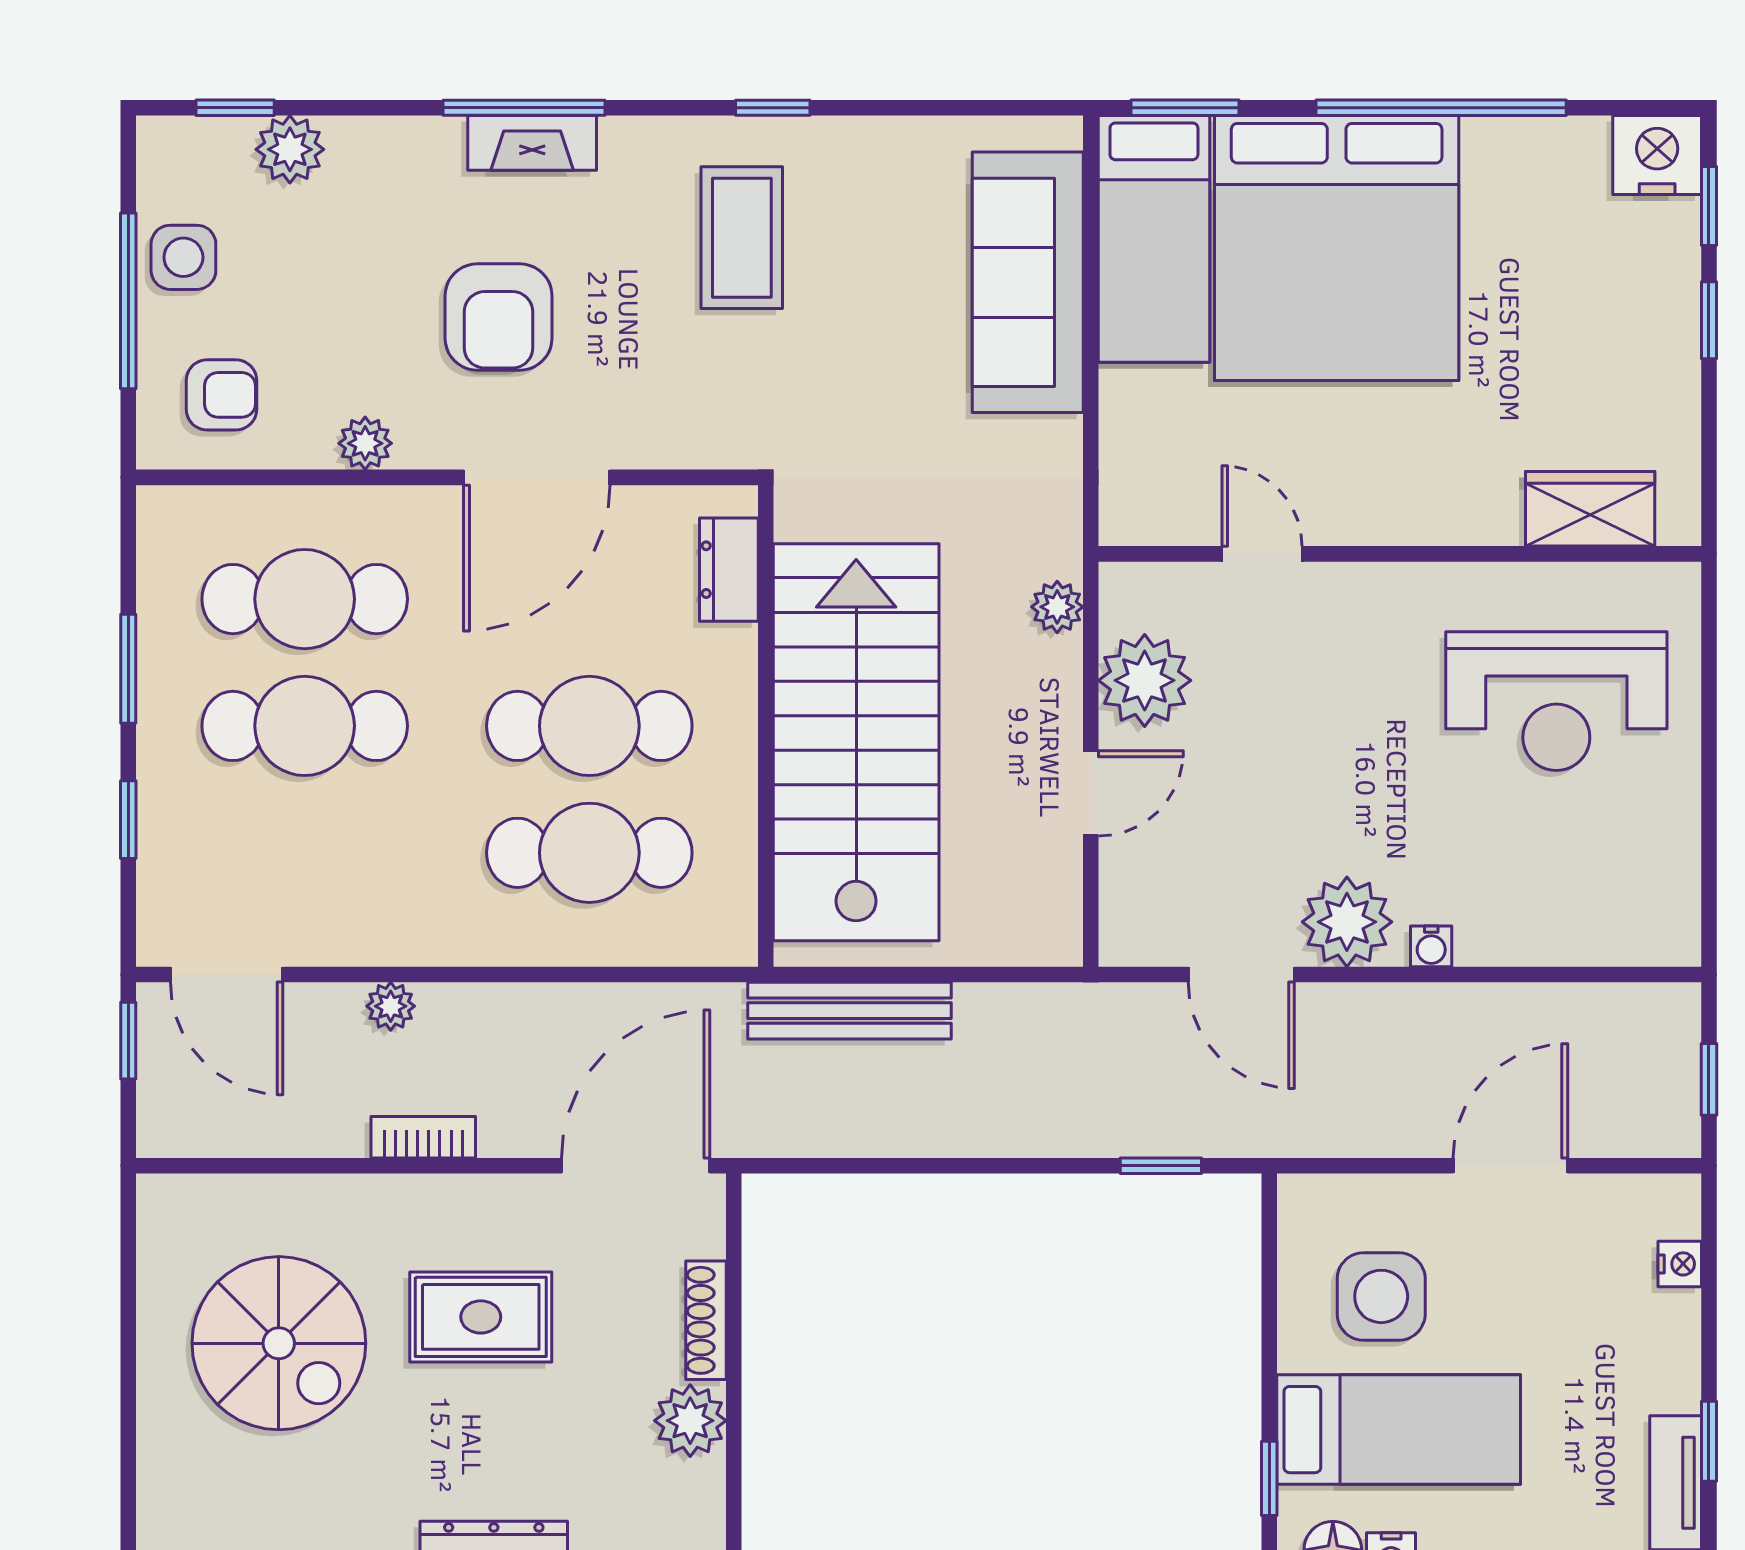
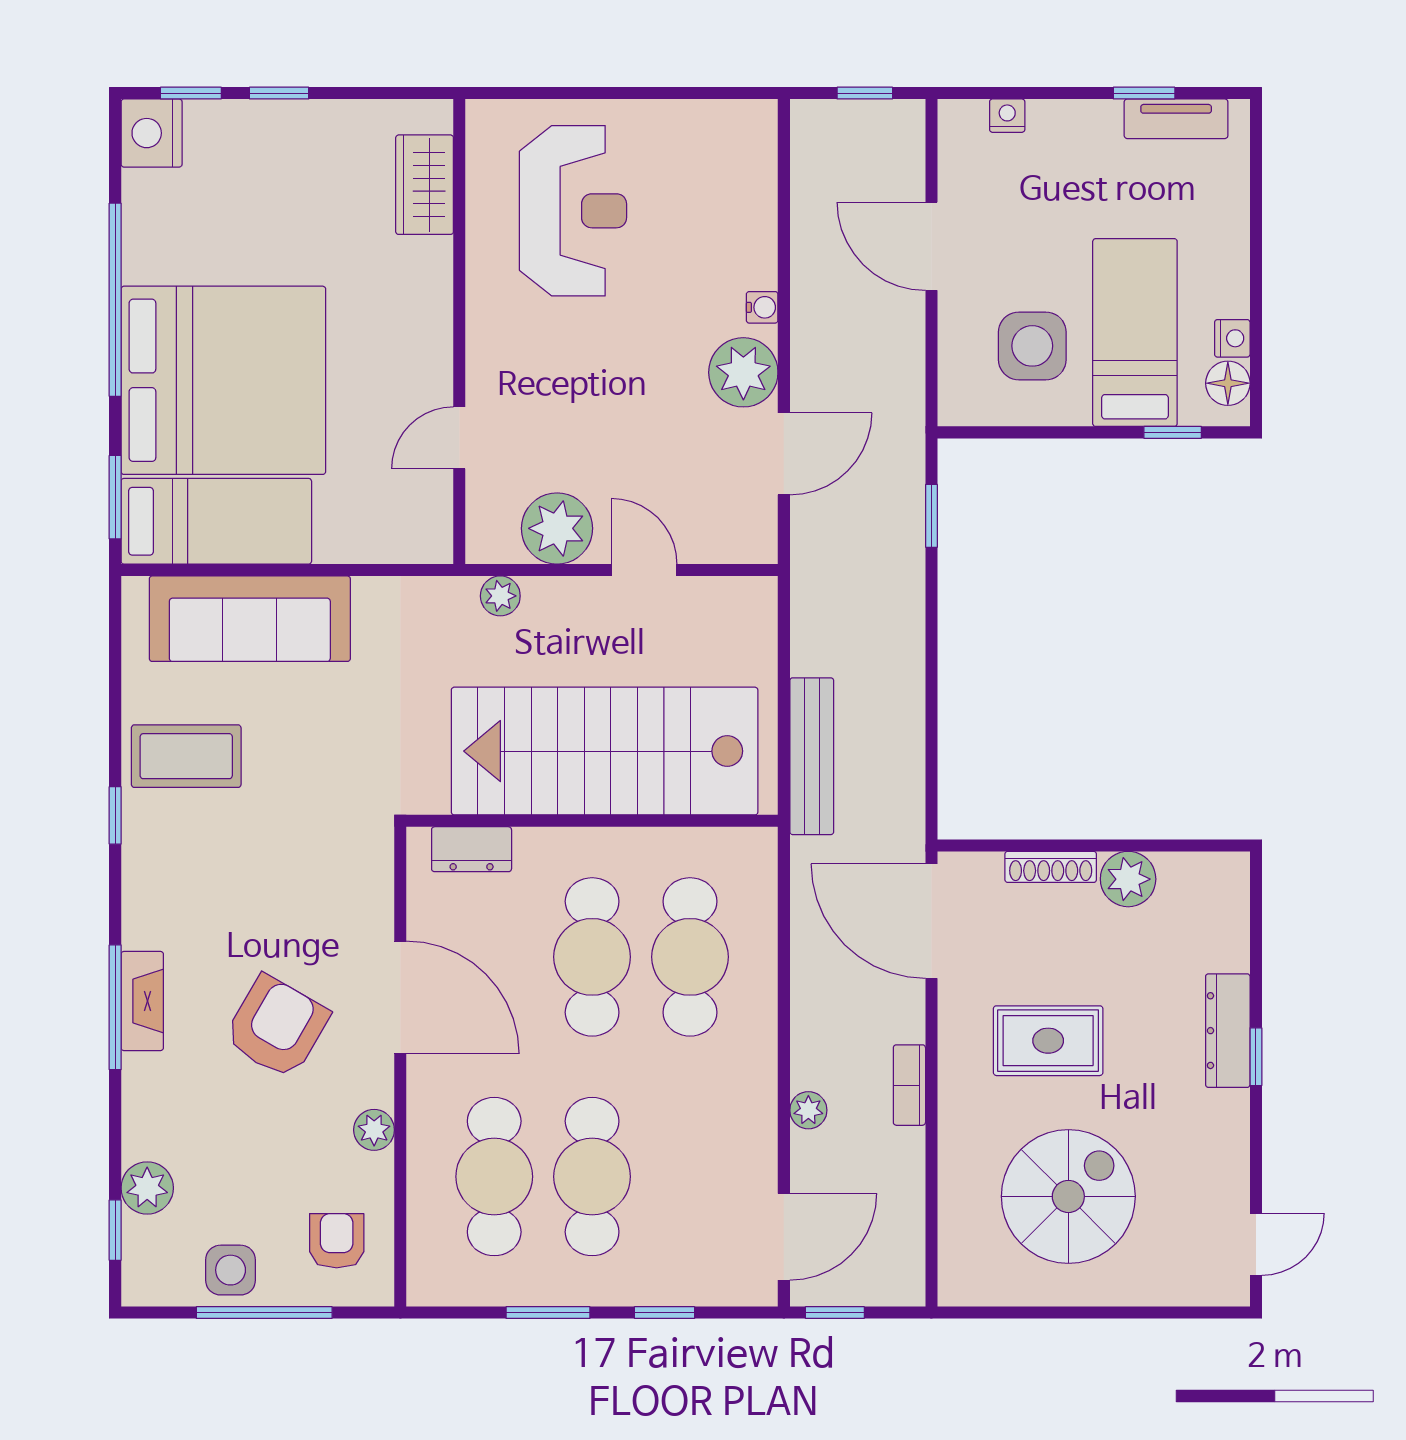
coffee table: (742, 238) -> (186, 756), moved
armchair: (499, 317) -> (277, 1027), turned -60
rug: (481, 1317) -> (1048, 1041), turned 90

